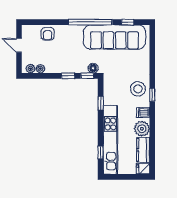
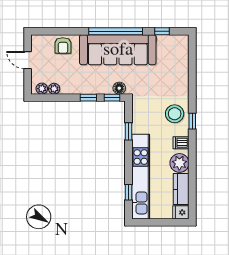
sofa: (115, 37) -> (118, 50), moved

